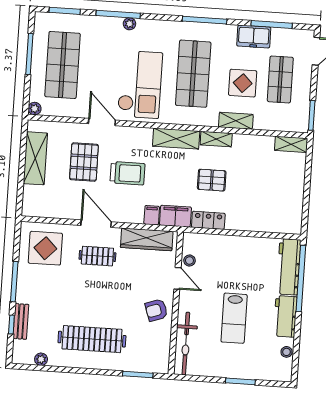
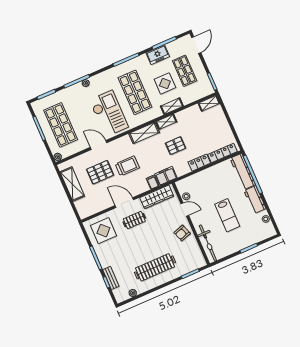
pallet: (84, 162) -> (100, 172), turned 90
locker: (208, 220) -> (199, 163), moved
locker: (273, 225) -> (222, 153), added

